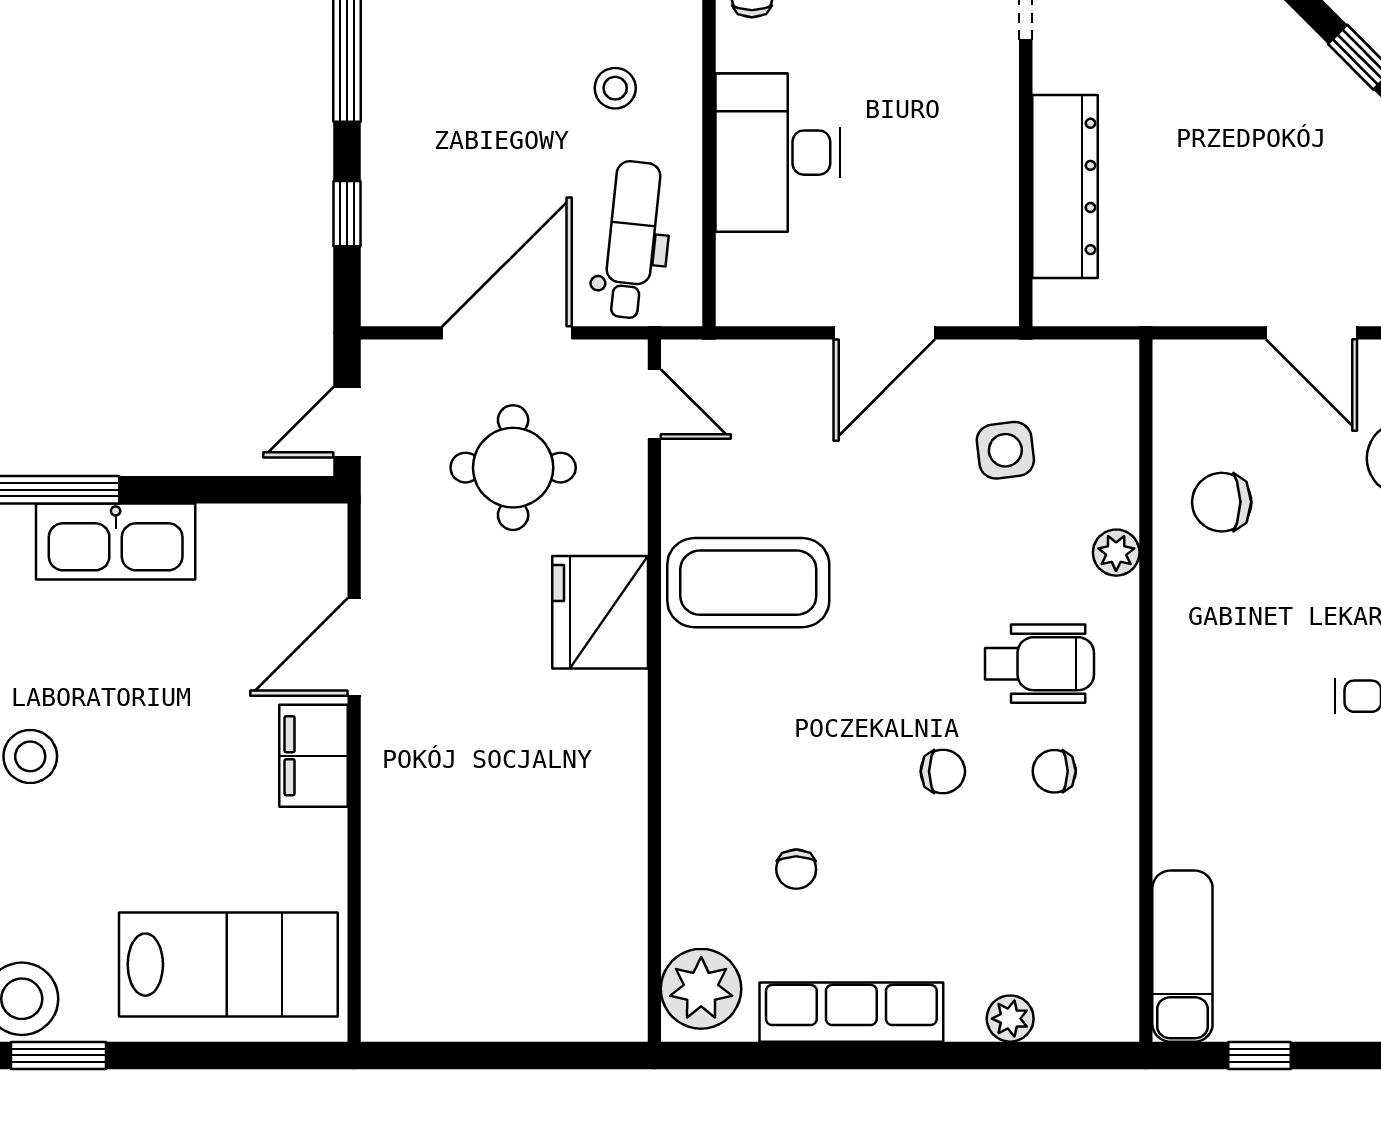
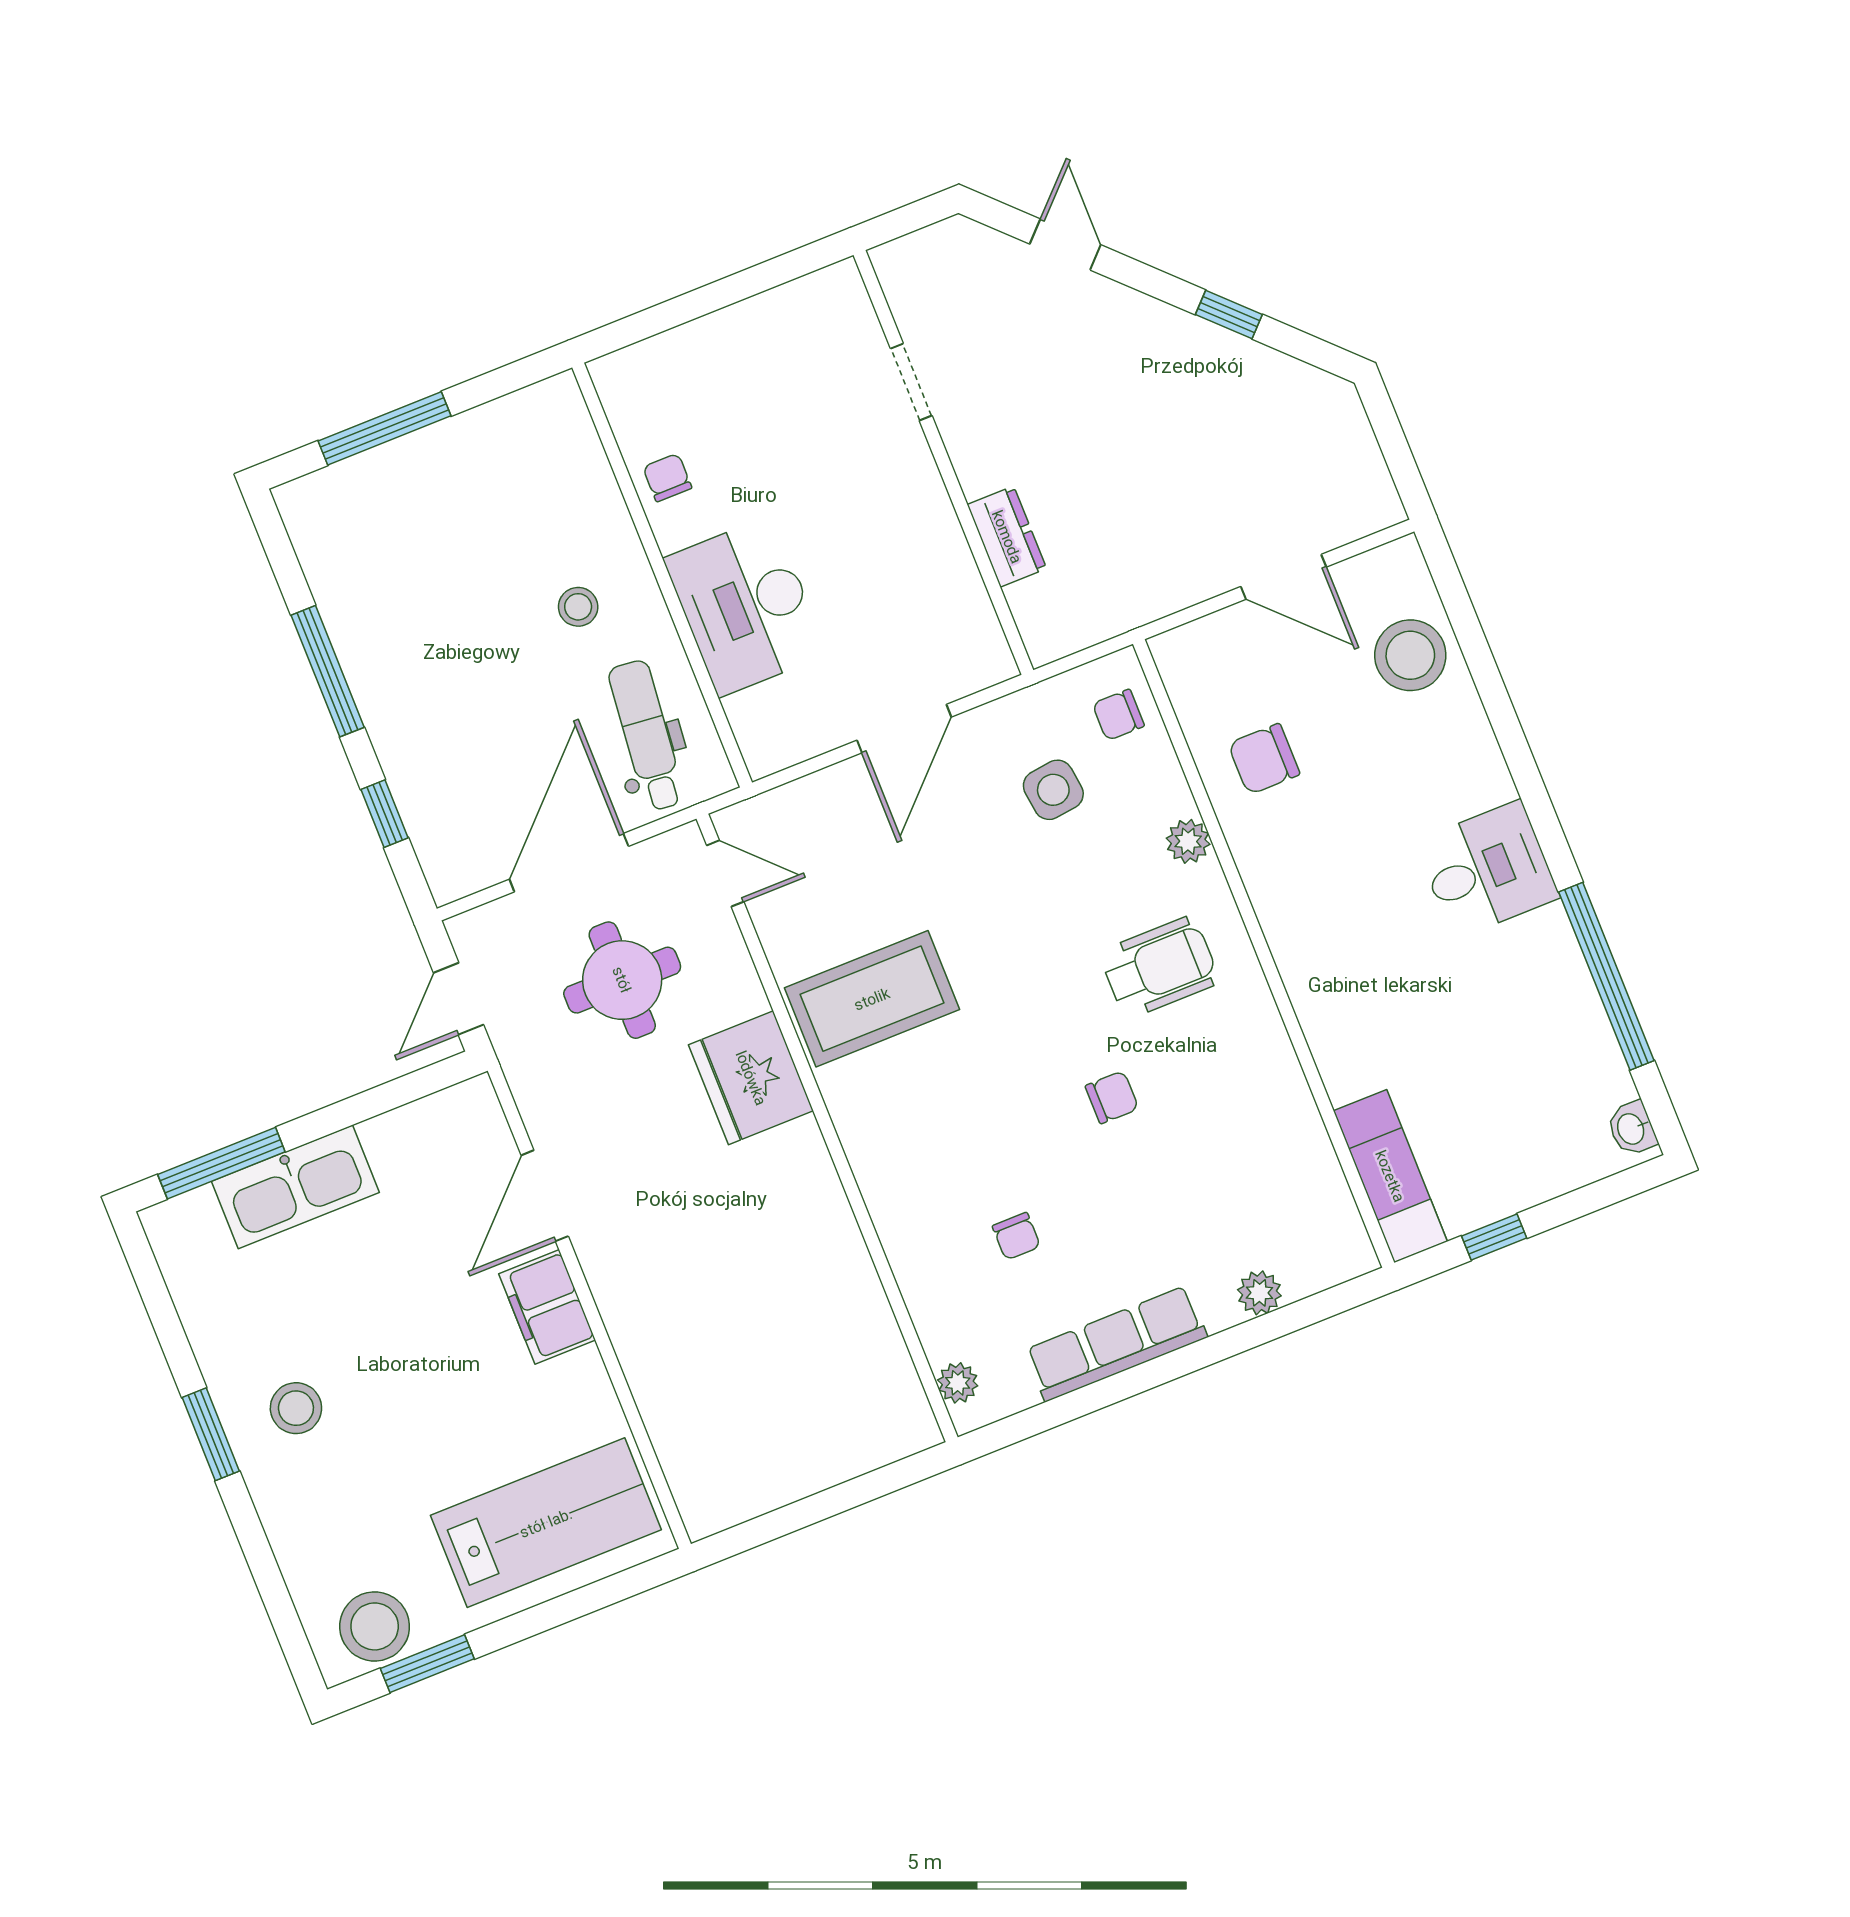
dresser: (1065, 186) -> (1007, 537), width x0.51, depth x0.80
chair: (1054, 771) -> (1118, 715), moved
plant: (701, 989) -> (958, 1383), width x0.53, depth x0.53

